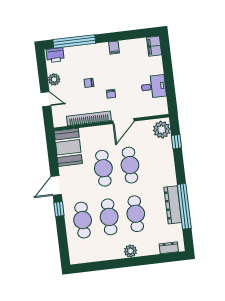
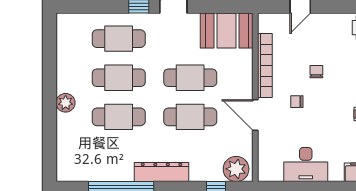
plant: (54, 79) -> (327, 22), removed
desk: (153, 87) -> (306, 165), width x1.37
dresser: (173, 205) -> (162, 172), moved
dresser: (169, 248) -> (64, 159), removed

